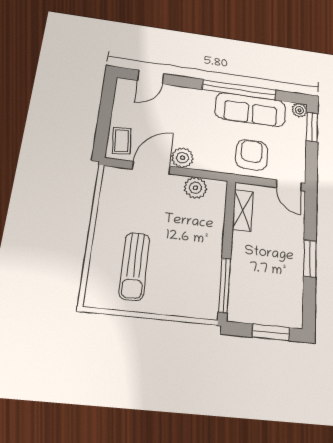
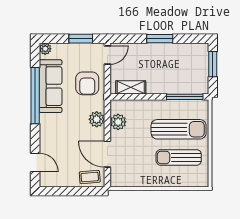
window: (312, 127) -> (81, 39), moved
armchair: (252, 155) -> (87, 83), turned -90
plant: (183, 158) -> (97, 119), moved
sun lounger: (134, 266) -> (179, 157), turned 180
sun lounger: (177, 271) -> (179, 129), added

